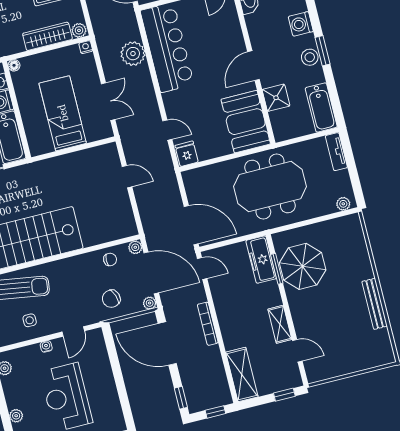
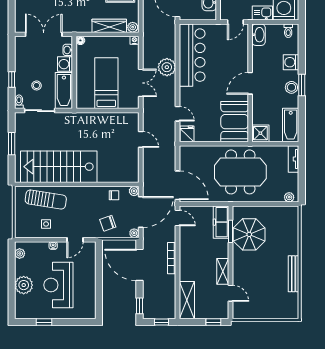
plant: (133, 54) -> (167, 67), moved
shower: (276, 98) -> (260, 133), moved
door: (151, 273) -> (141, 212), hinge flipped
plant: (16, 416) -> (24, 285), width x1.88, depth x1.88

